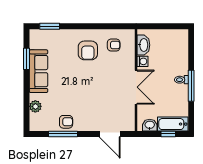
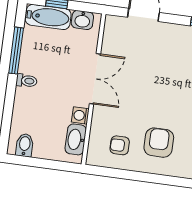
bidet: (177, 37) -> (25, 145), added
window: (191, 86) -> (16, 51), moved
double door: (136, 87) -> (95, 79), swing flipped

